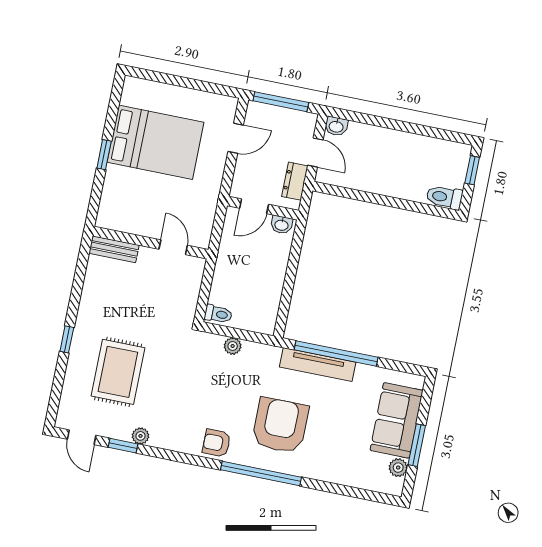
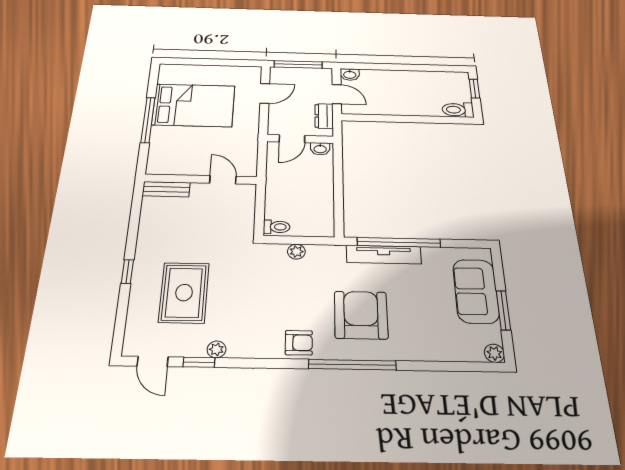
window: (104, 155) -> (148, 120), width x2.17
armchair: (217, 443) -> (299, 343), turned 180
plant: (398, 468) -> (494, 353), moved

